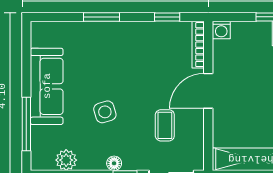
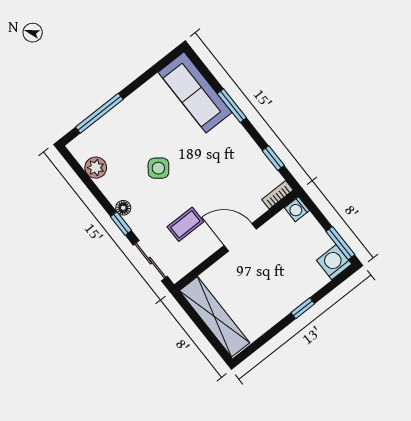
bookcase: (198, 45) -> (277, 195), width x0.64
sofa: (47, 86) -> (195, 92), moved, turned 90
side table: (105, 112) -> (158, 168), turned -35

